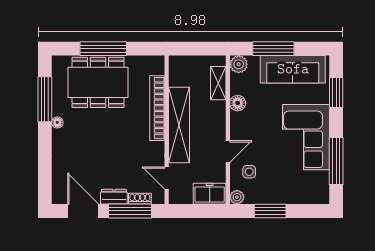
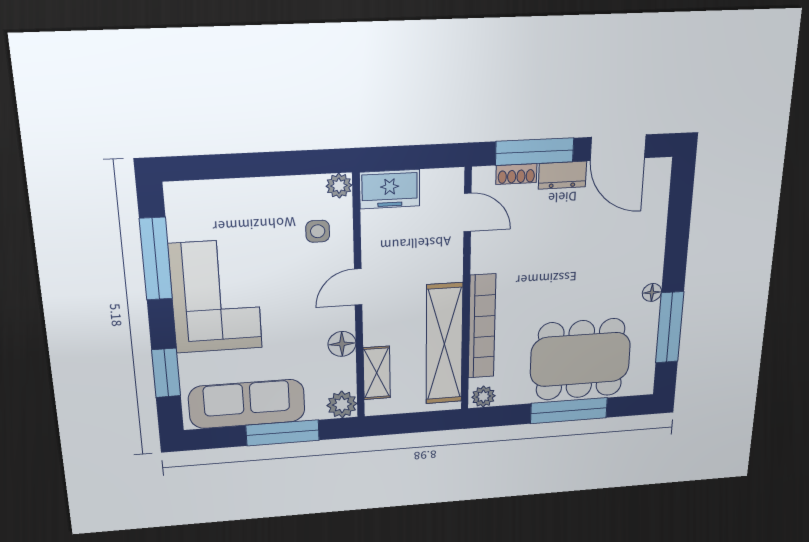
plant: (156, 63) -> (483, 397), added
shelving: (179, 125) -> (444, 344), moved
door: (228, 152) -> (358, 287), moved
window: (270, 211) -> (276, 164), removed

